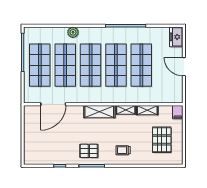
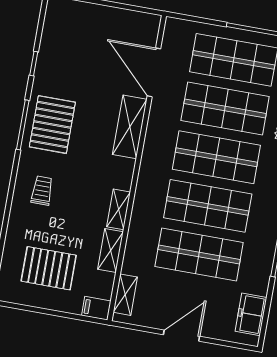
freezer: (176, 37) -> (251, 314), moved, turned -90
shelving: (168, 99) -> (125, 295), added
shelving: (99, 112) -> (130, 127), moved
pallet: (89, 151) -> (52, 125), width x1.50, depth x1.42

